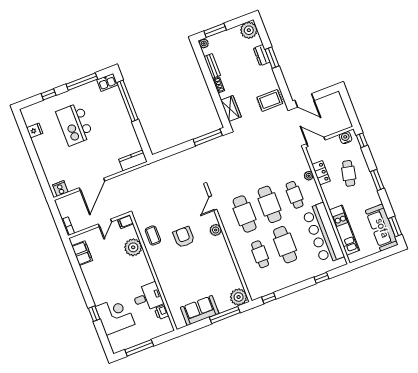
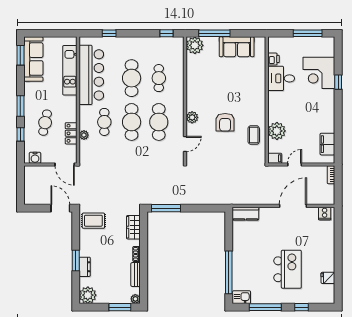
window: (362, 140) -> (20, 134), moved

